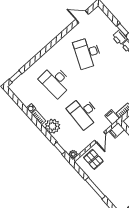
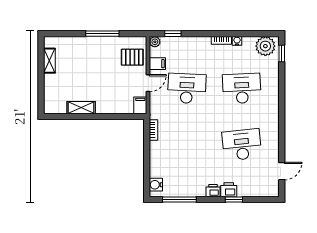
desk: (87, 53) -> (242, 145), turned -30
filing cabinet: (112, 117) -> (157, 64), moved
plant: (52, 126) -> (265, 46), moved
door: (100, 137) -> (148, 83), swing flipped

